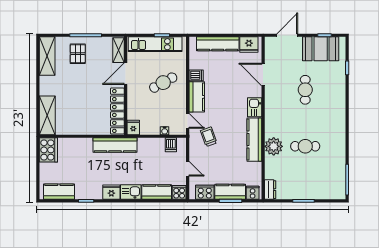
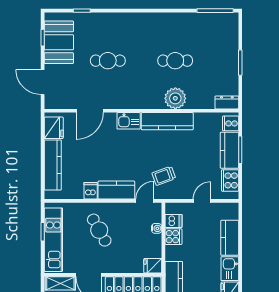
cafe table: (305, 146) -> (175, 61), turned 90
cooker: (179, 192) -> (173, 237), moved, turned 180

